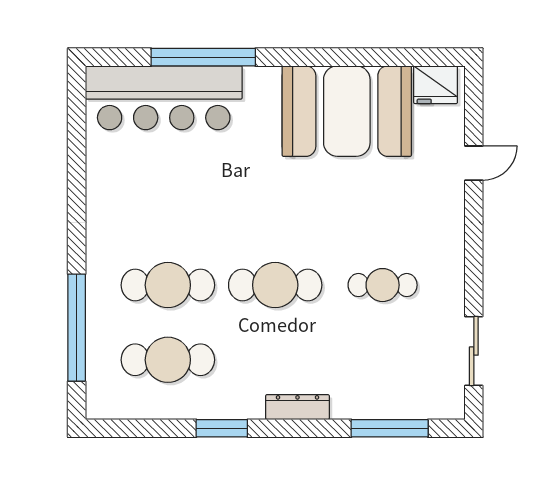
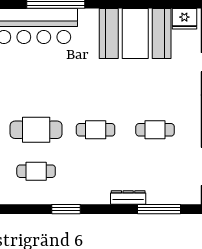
cafe table: (275, 285) -> (96, 130), width x0.73, depth x0.74
cafe table: (168, 360) -> (36, 171), width x0.73, depth x0.74
dresser: (297, 407) -> (128, 197), moved

